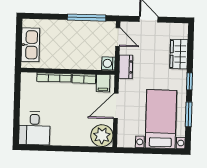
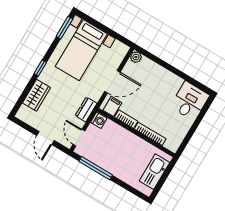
window: (189, 114) -> (64, 28), moved
plant: (102, 136) -> (136, 57), width x0.53, depth x0.53

